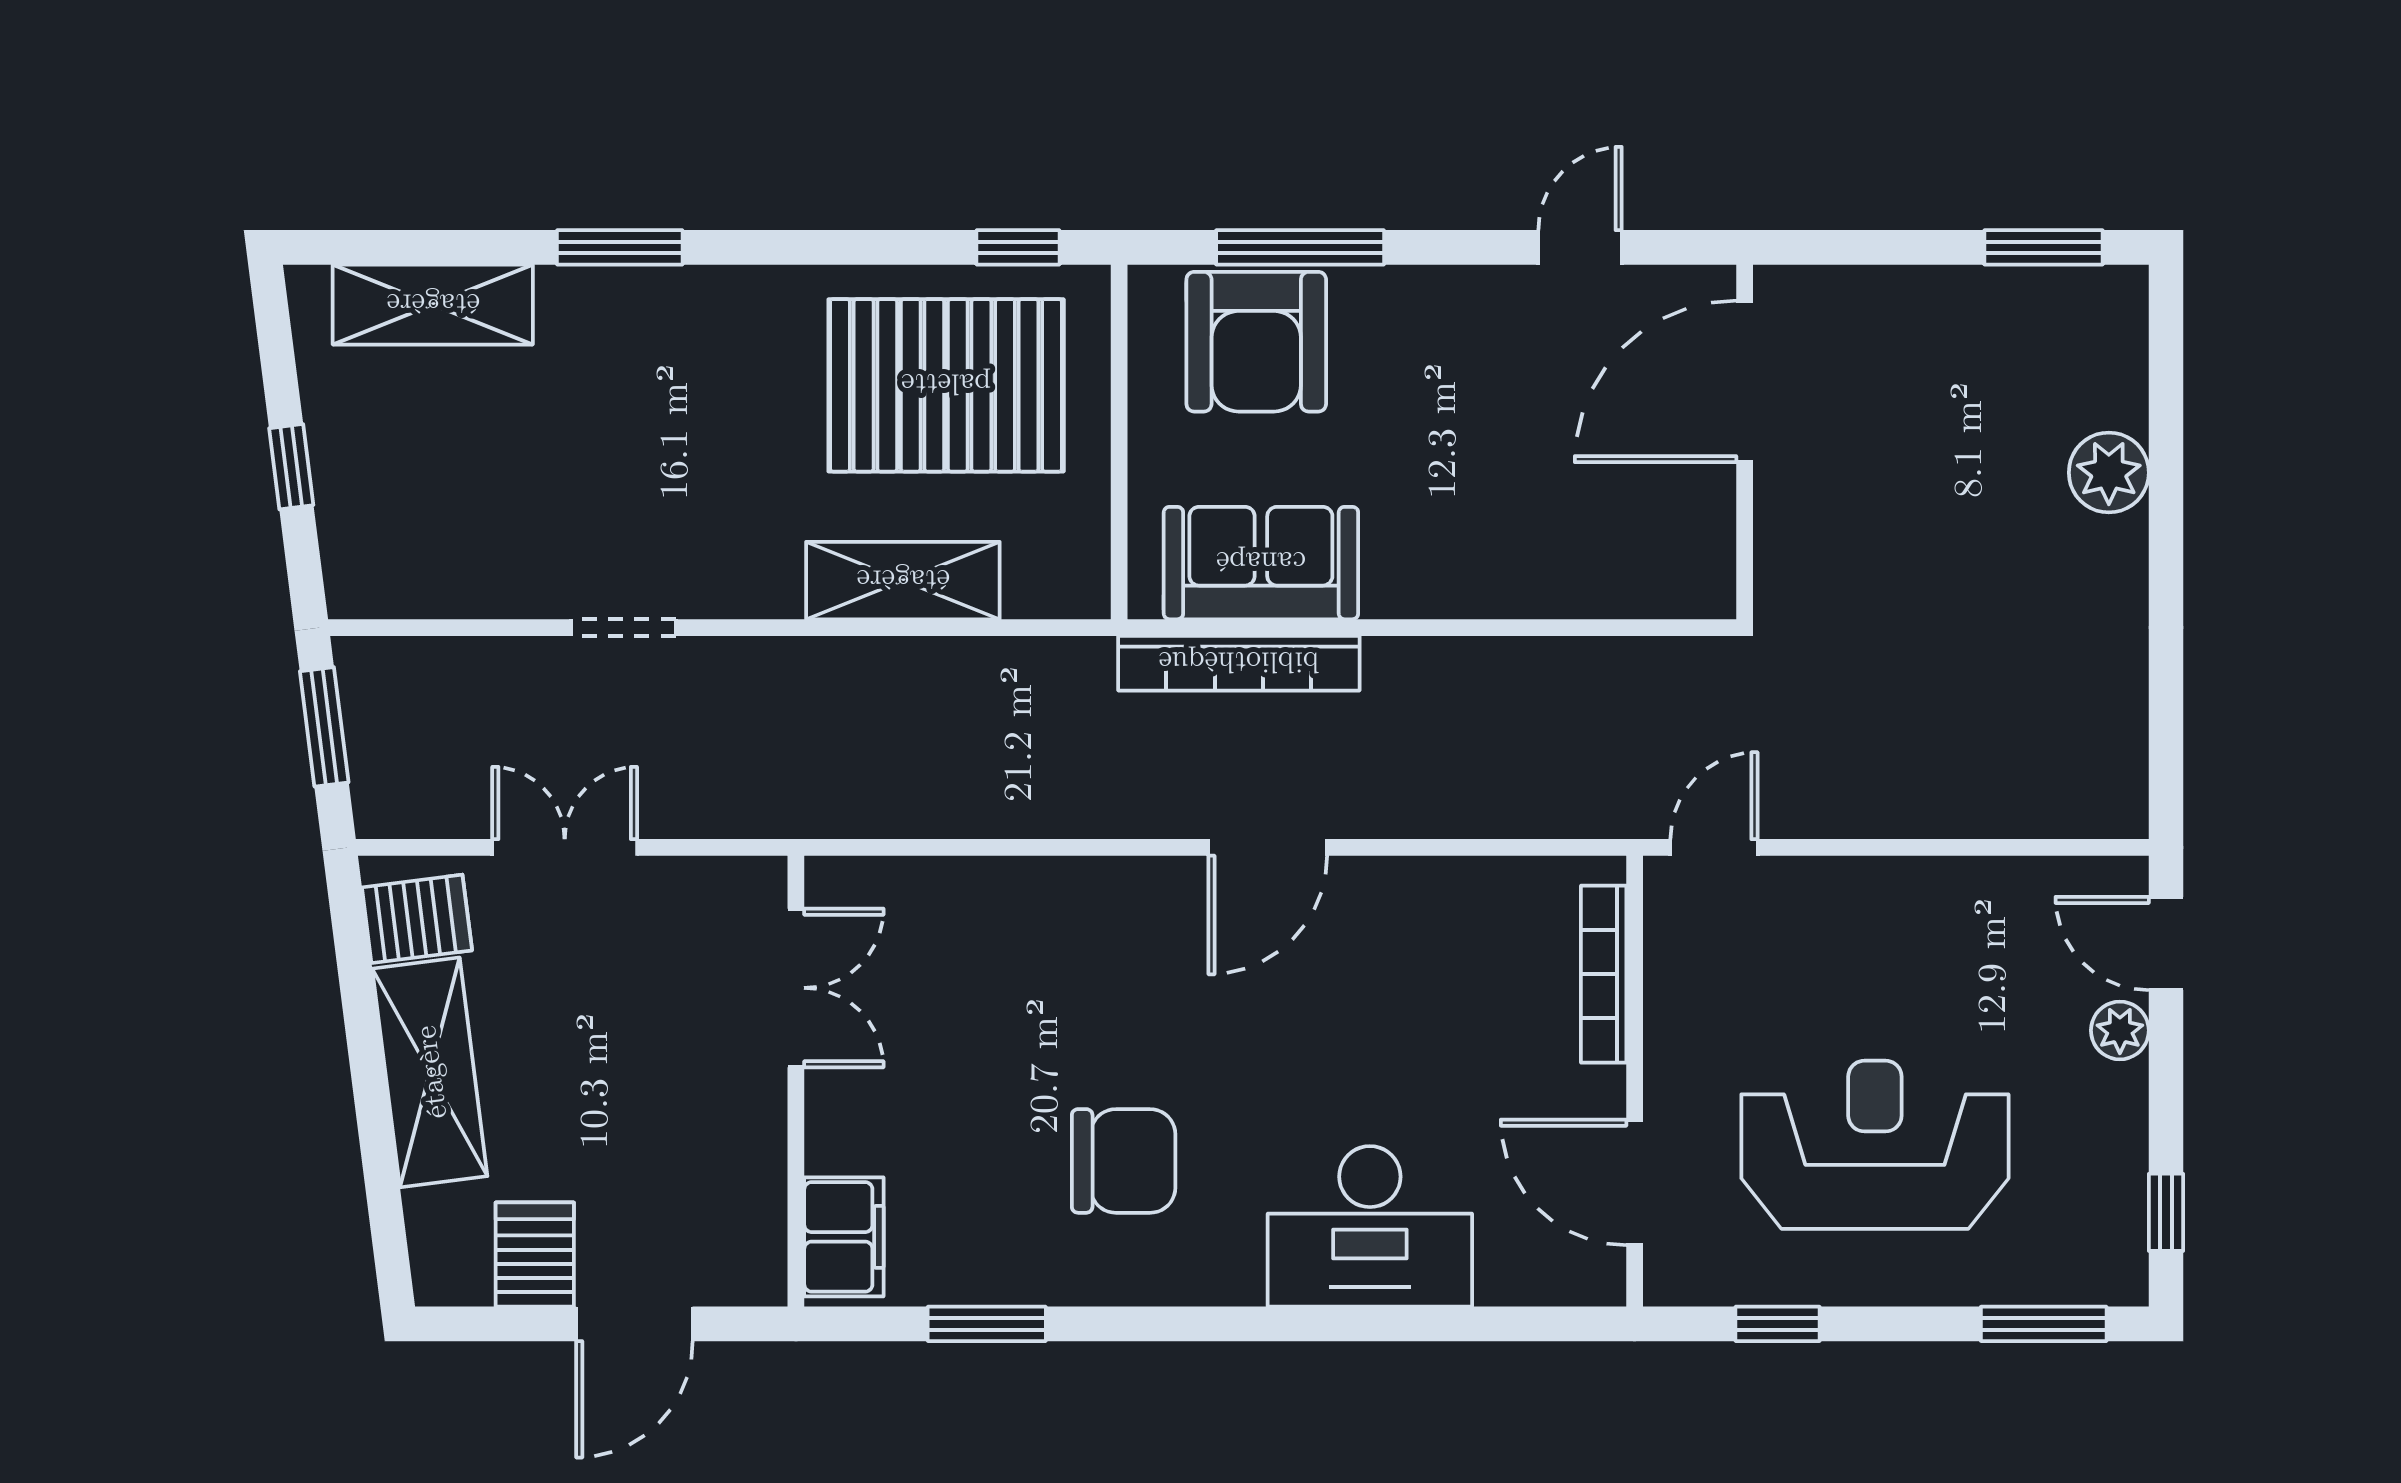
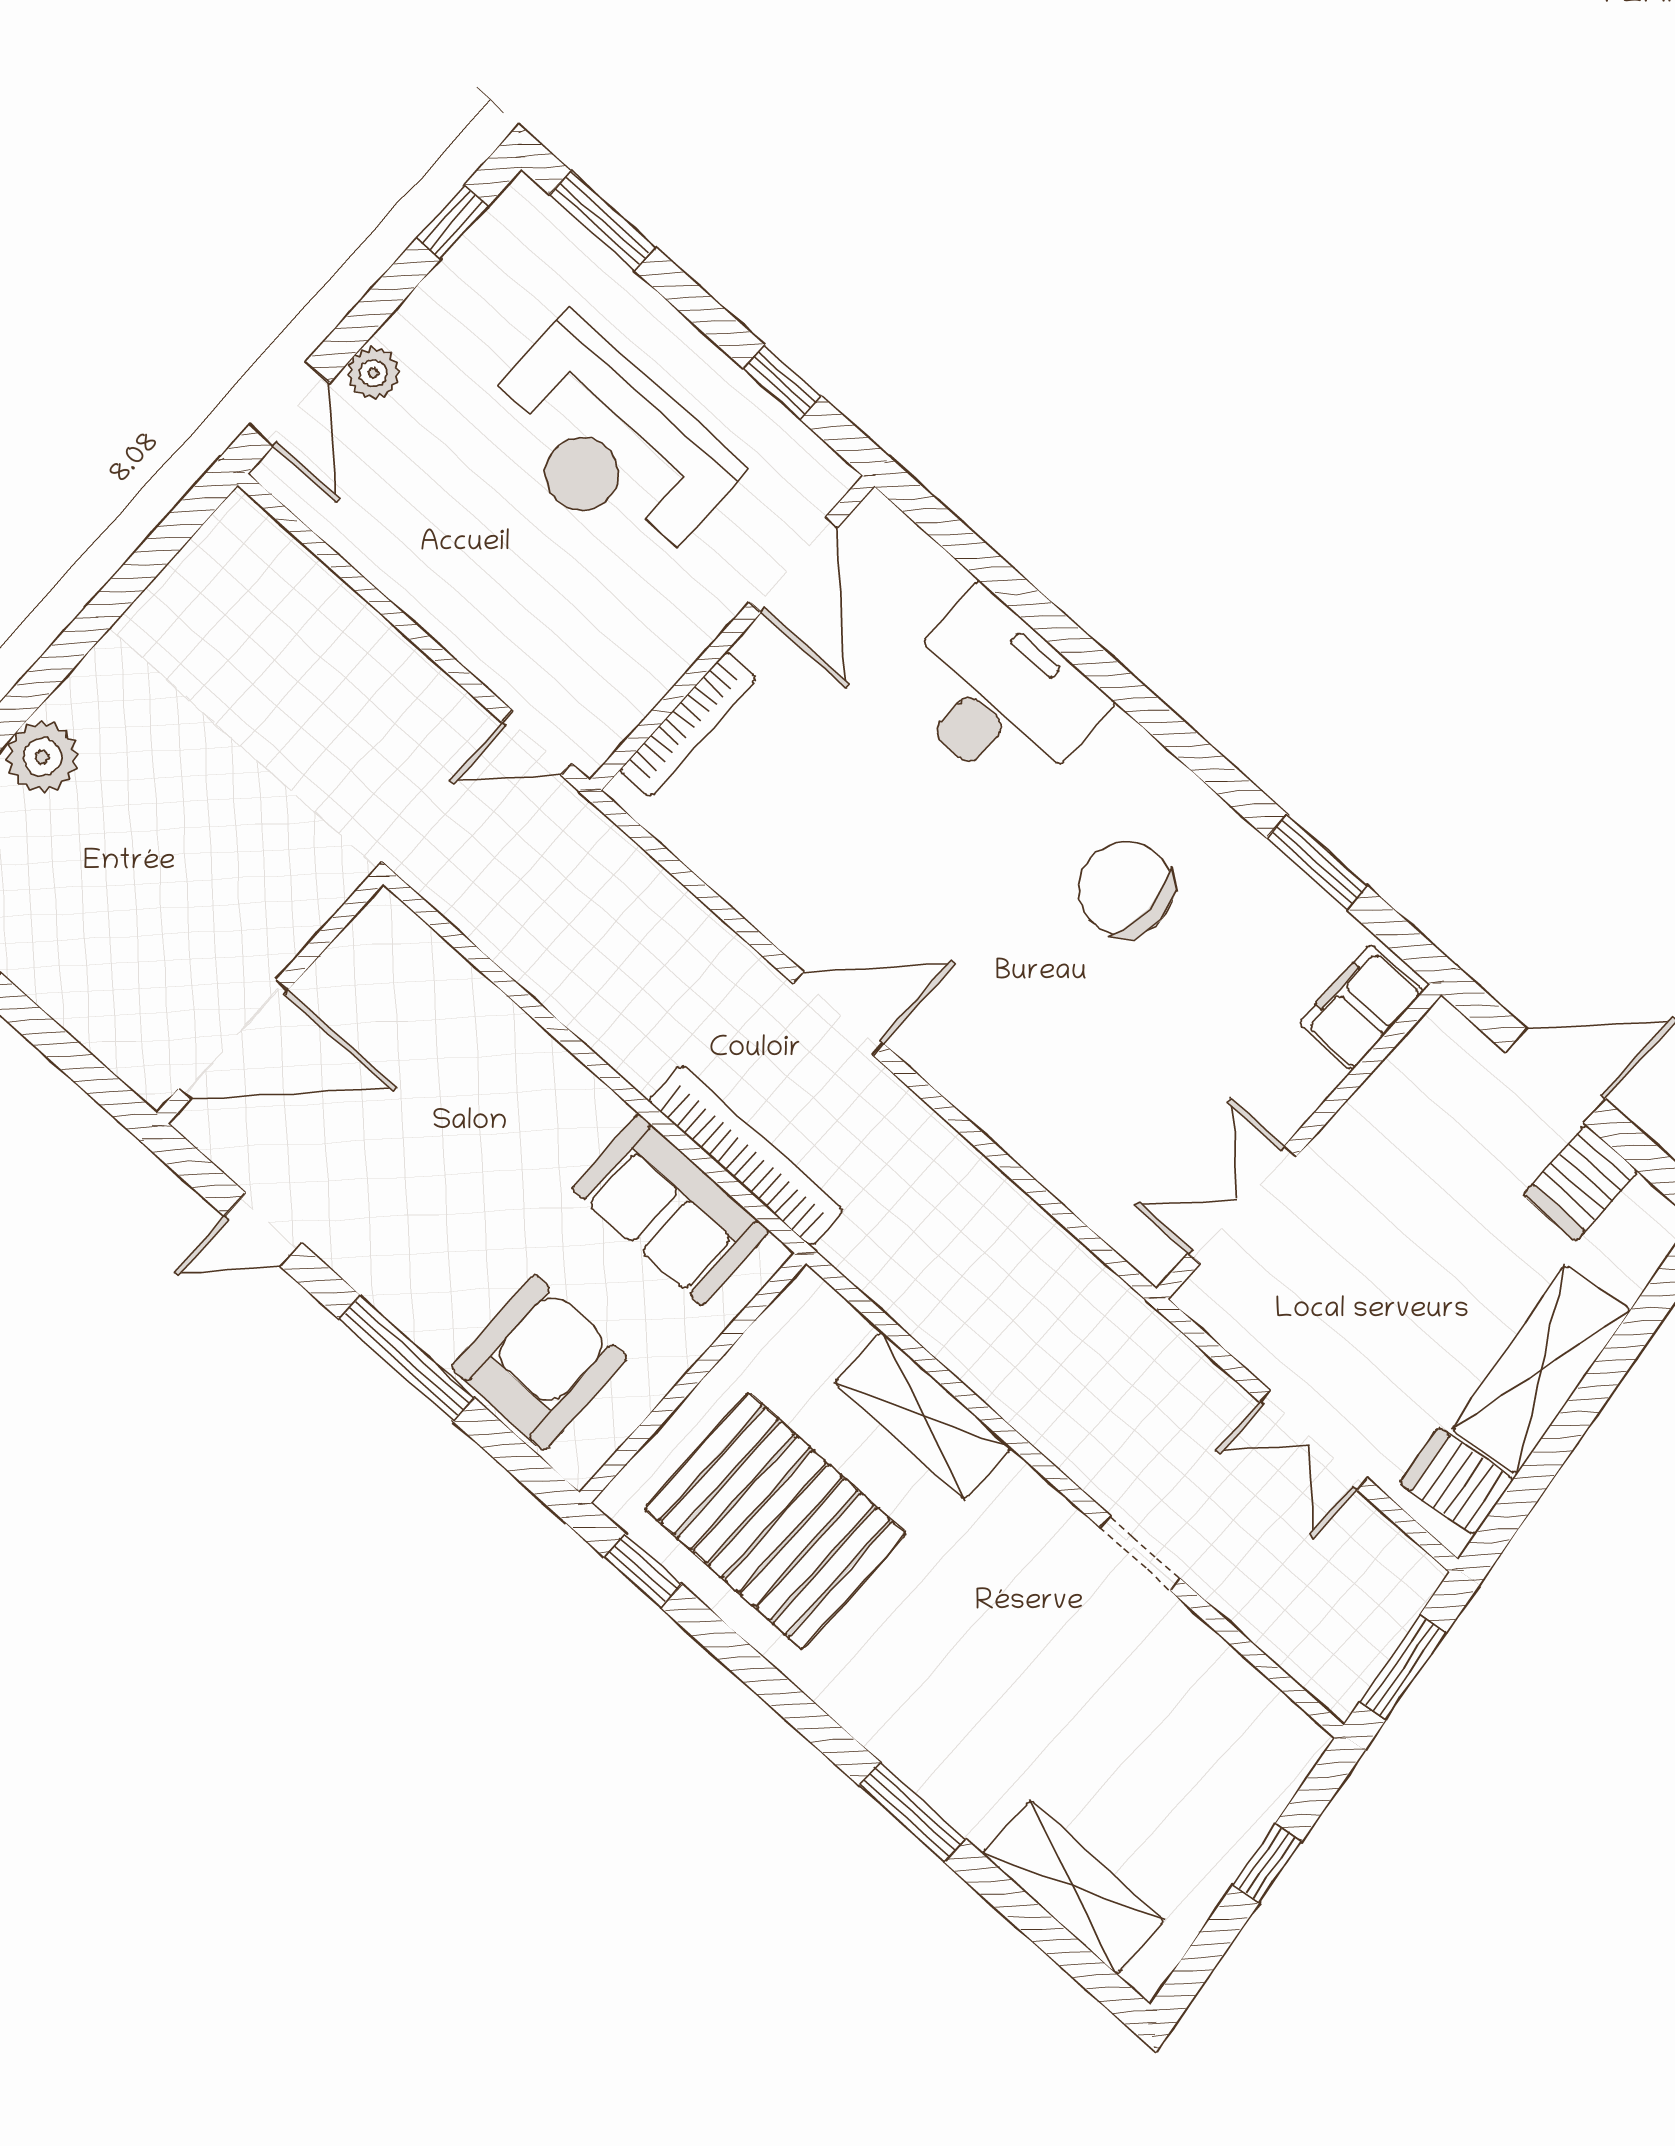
window: (1300, 247) -> (407, 1359), moved

